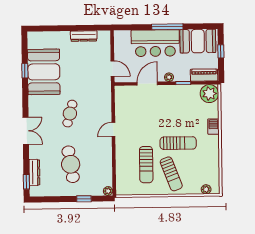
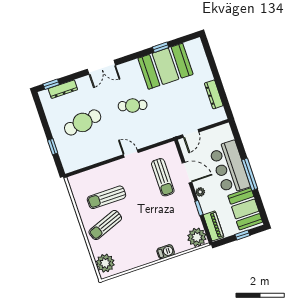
sun lounger: (178, 143) -> (163, 177), moved
plant: (206, 189) -> (105, 263), width x1.88, depth x1.88
plant: (108, 191) -> (68, 168), removed

